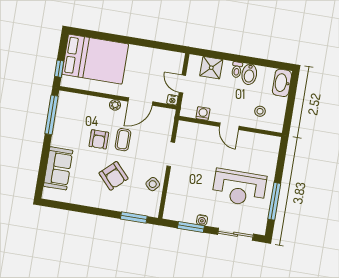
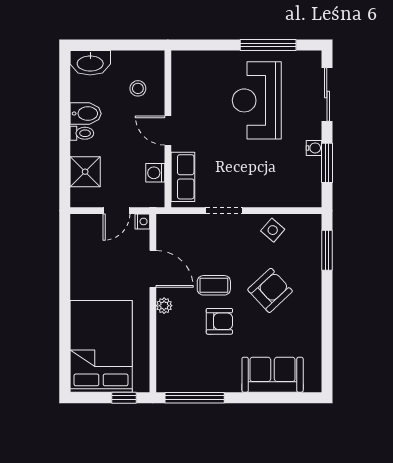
door: (229, 126) -> (168, 131), swing flipped
row of seats: (197, 131) -> (183, 177), added
reception desk: (239, 188) -> (257, 100), turned 180

